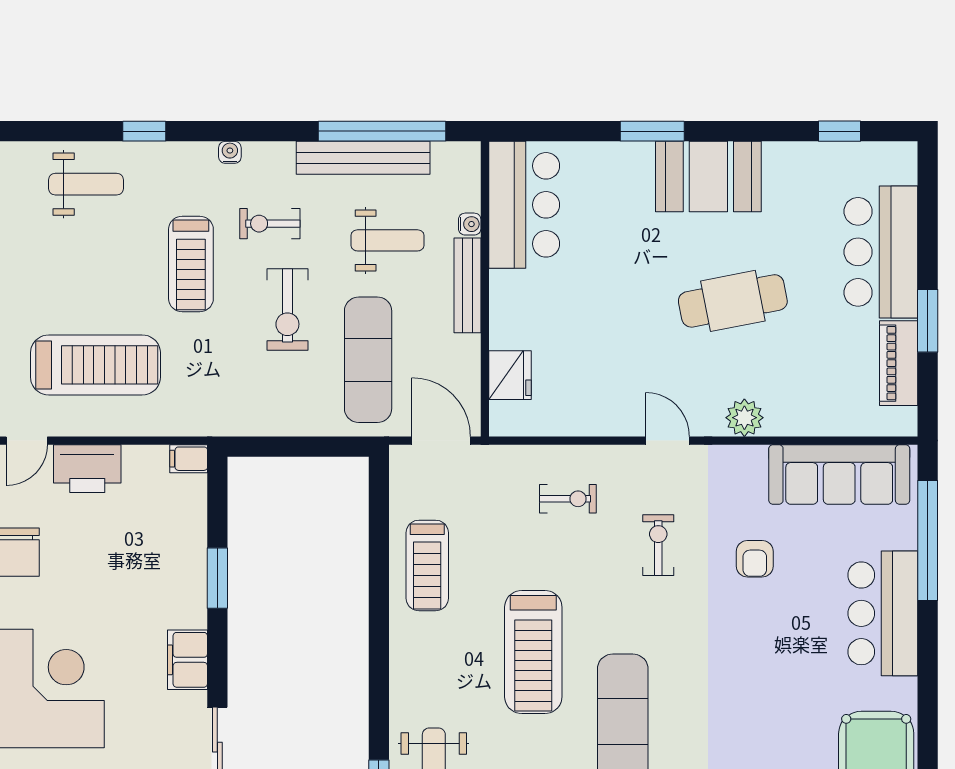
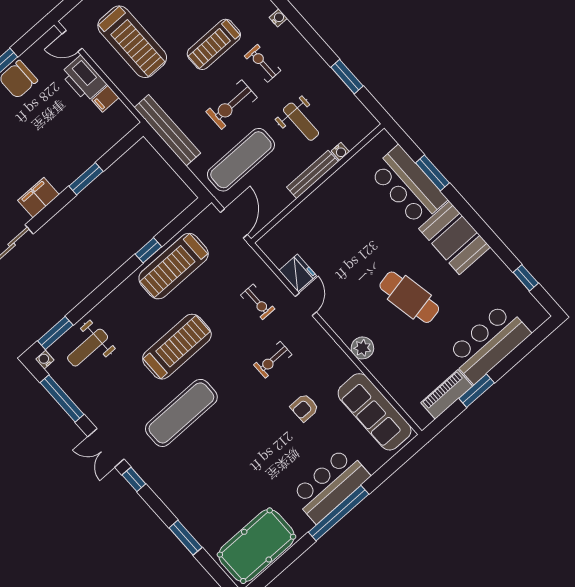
window: (382, 131) -> (347, 77), width x0.47
window: (652, 131) -> (432, 173), moved
bench: (363, 158) -> (167, 130), moved
bar counter: (524, 205) -> (408, 186), moved, turned 90
fridge: (510, 375) -> (298, 273), moved, turned -90
door: (667, 441) -> (306, 304), moved
filing cabinet: (189, 459) -> (105, 99), moved, turned -90
window: (928, 540) -> (339, 513), moved
exercise bike: (658, 545) -> (273, 360), turned 180
treadmill: (427, 565) -> (174, 266), width x1.37, depth x1.38
window: (379, 580) -> (148, 250), added
treadmill: (533, 652) -> (177, 347), turned 180

